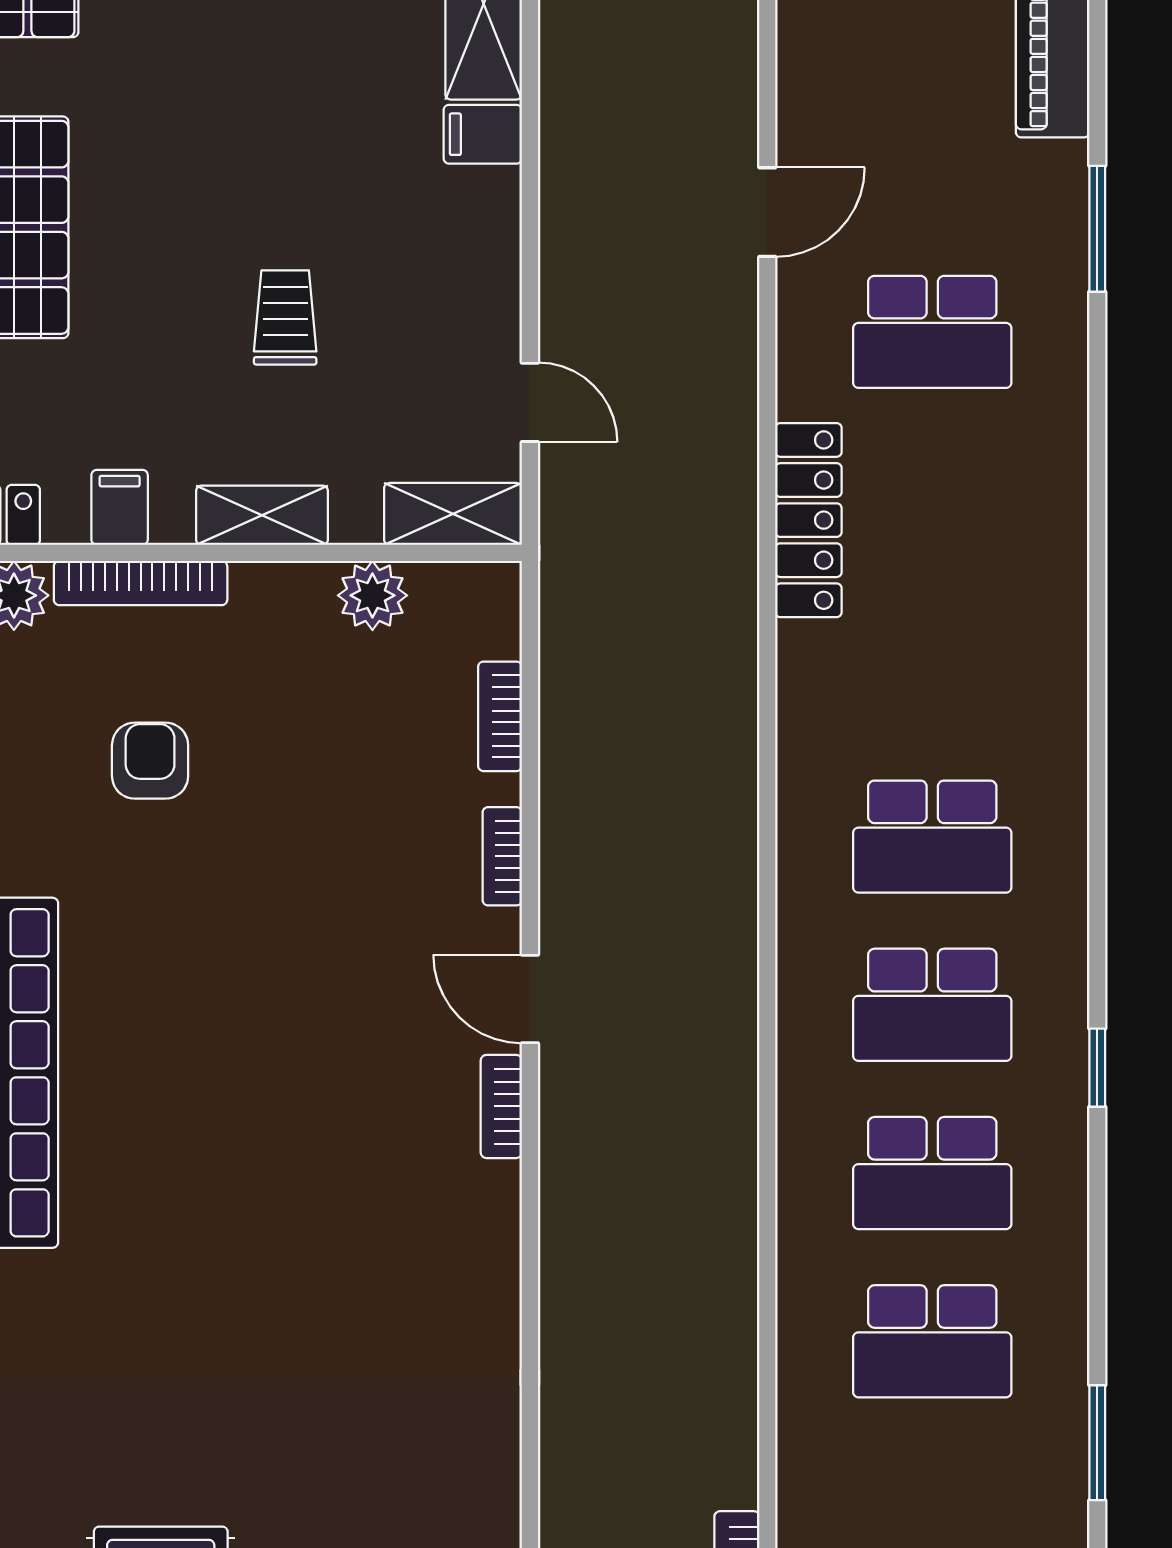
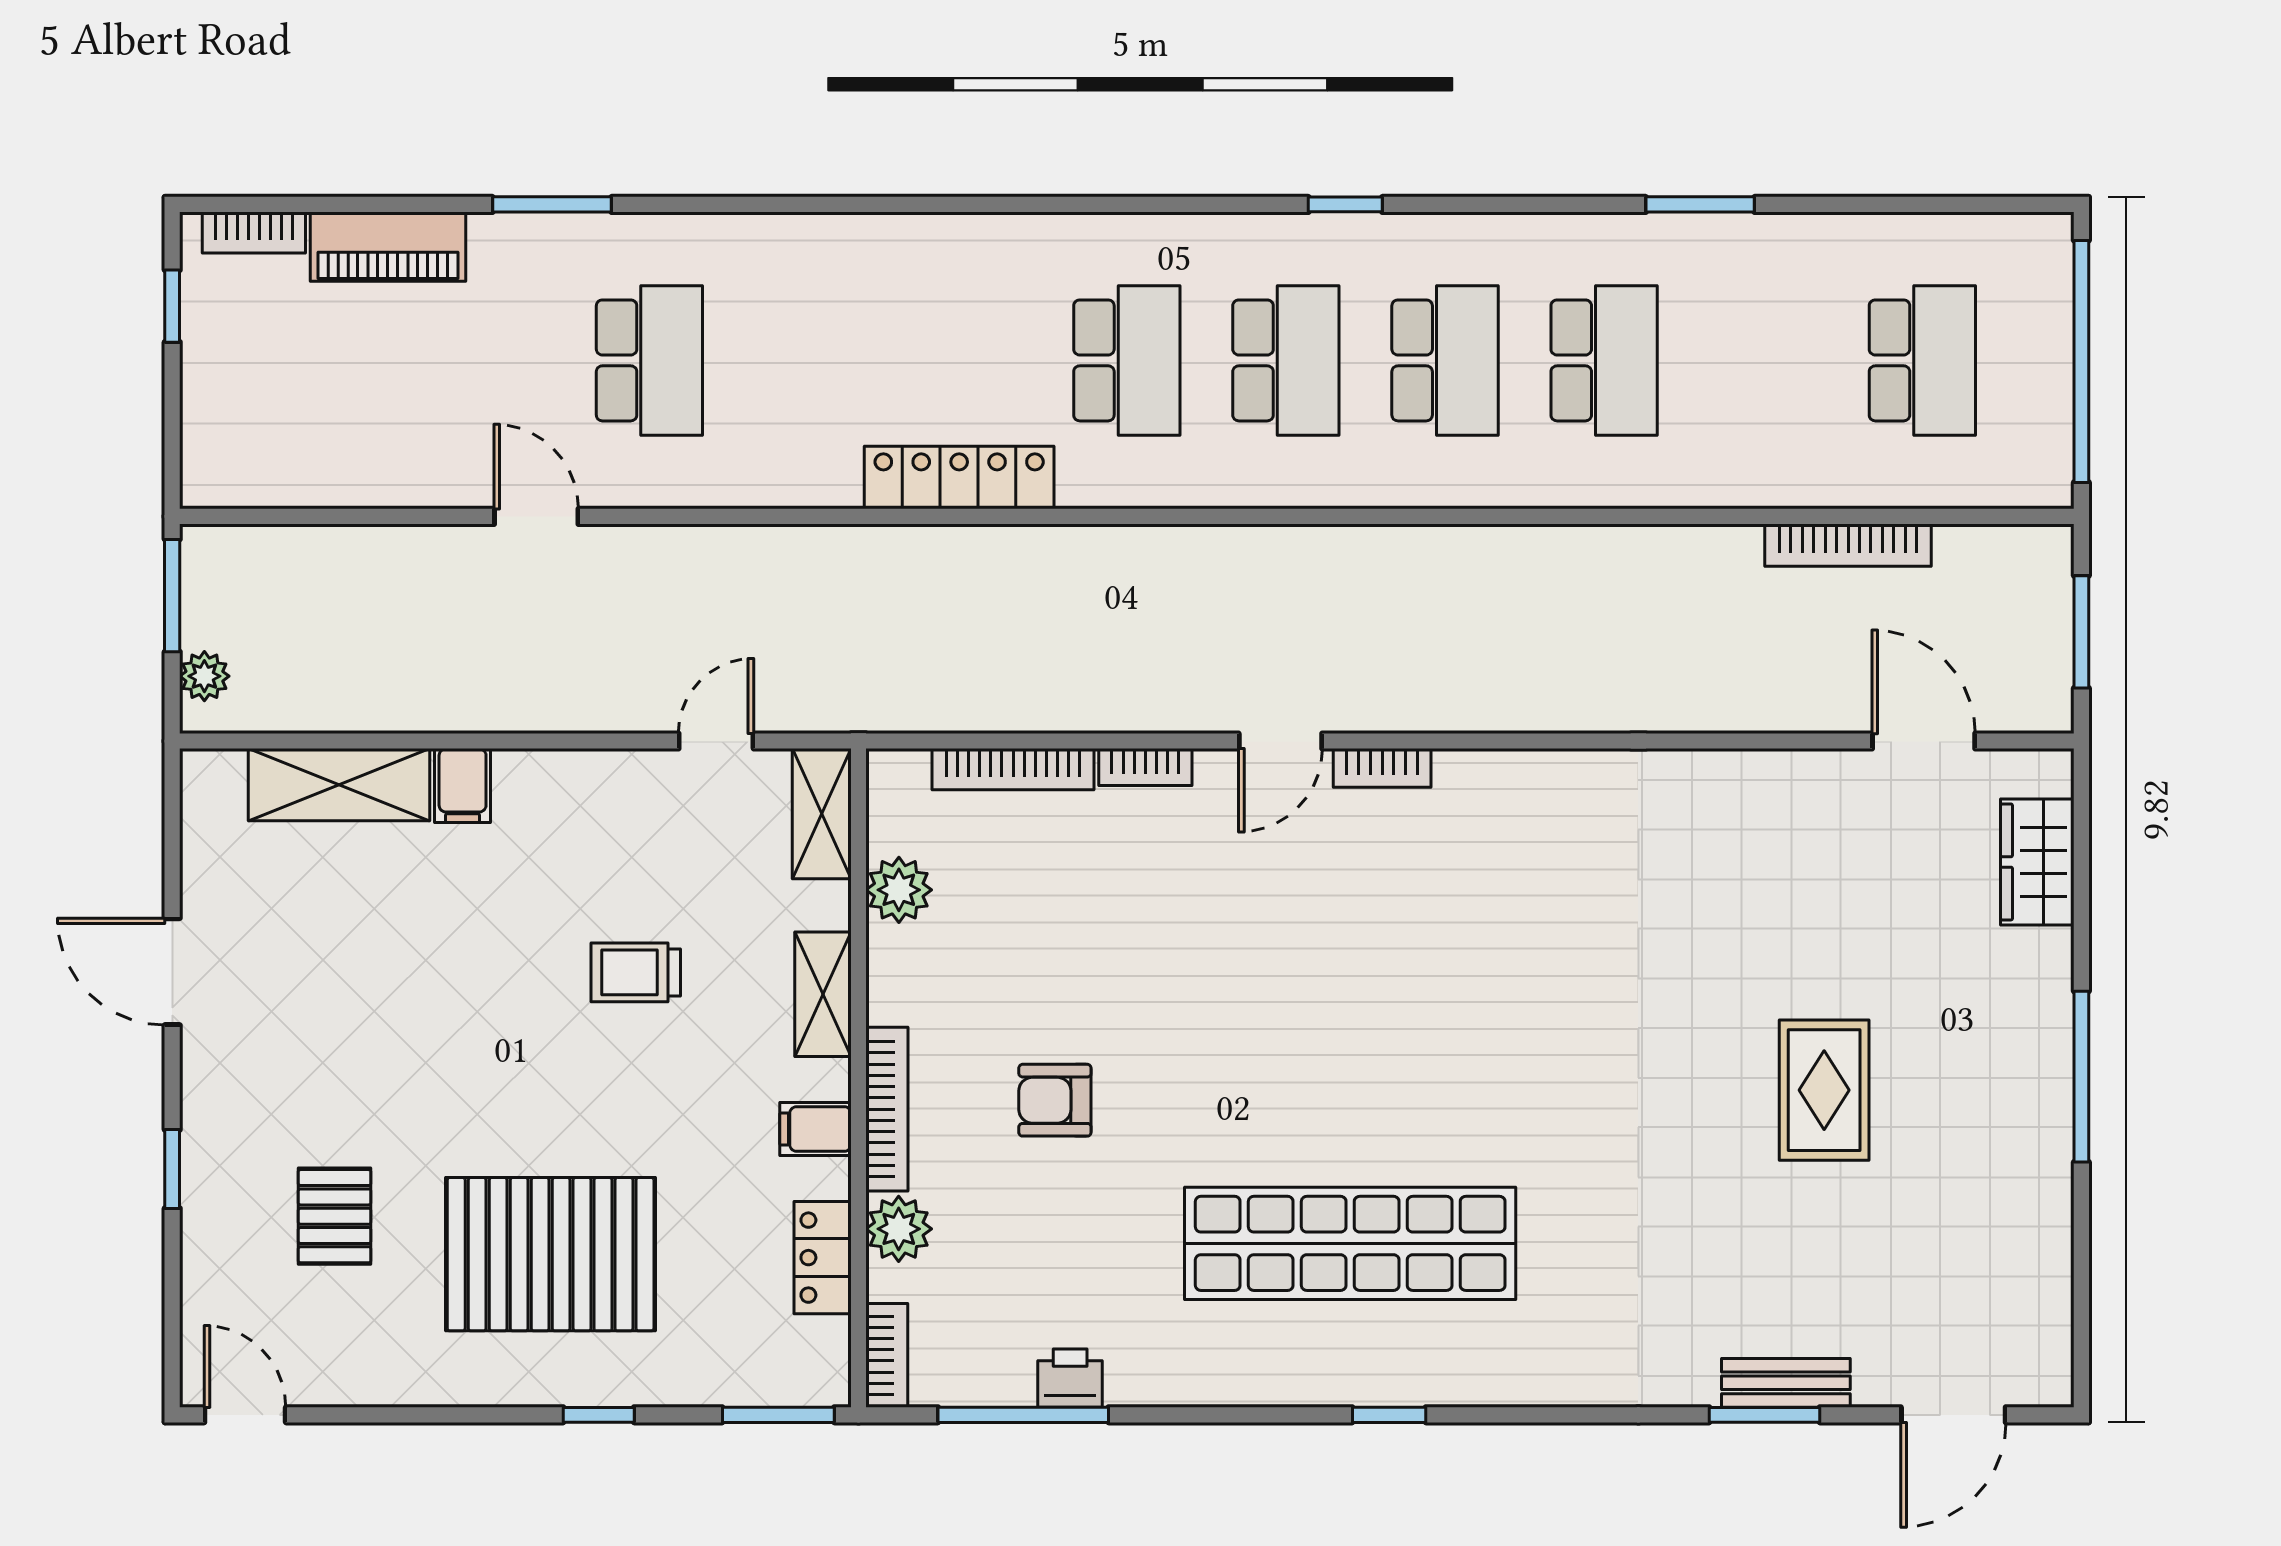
locker: (808, 520) -> (959, 478), moved
bookcase: (500, 716) -> (1013, 769), width x1.56

